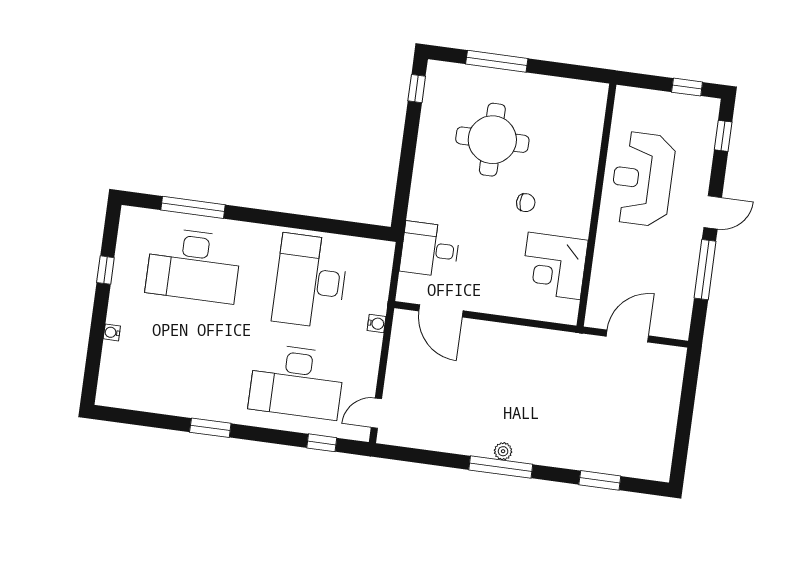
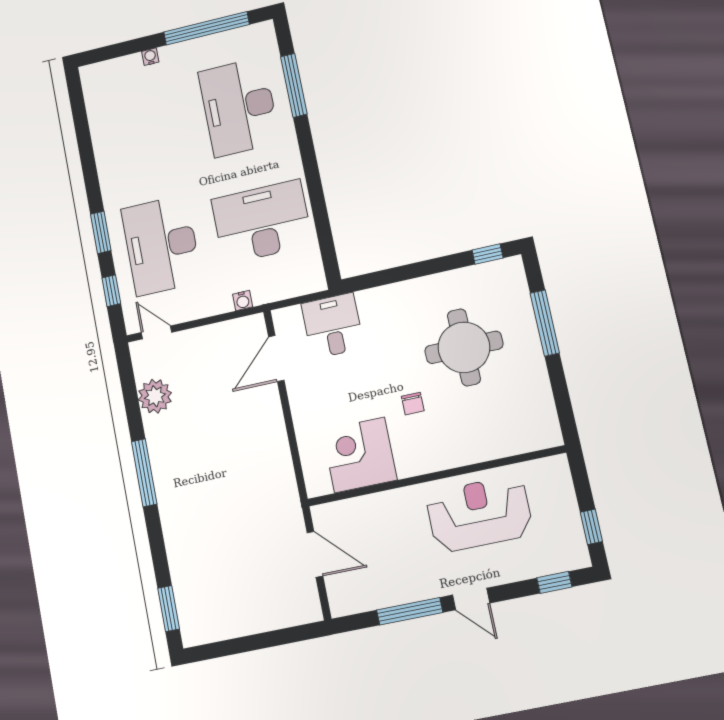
window: (105, 270) -> (206, 28), width x3.17
window: (210, 428) -> (101, 232), moved
plant: (503, 451) -> (155, 396), moved, width x1.87, depth x1.87
window: (600, 480) -> (169, 609), moved

